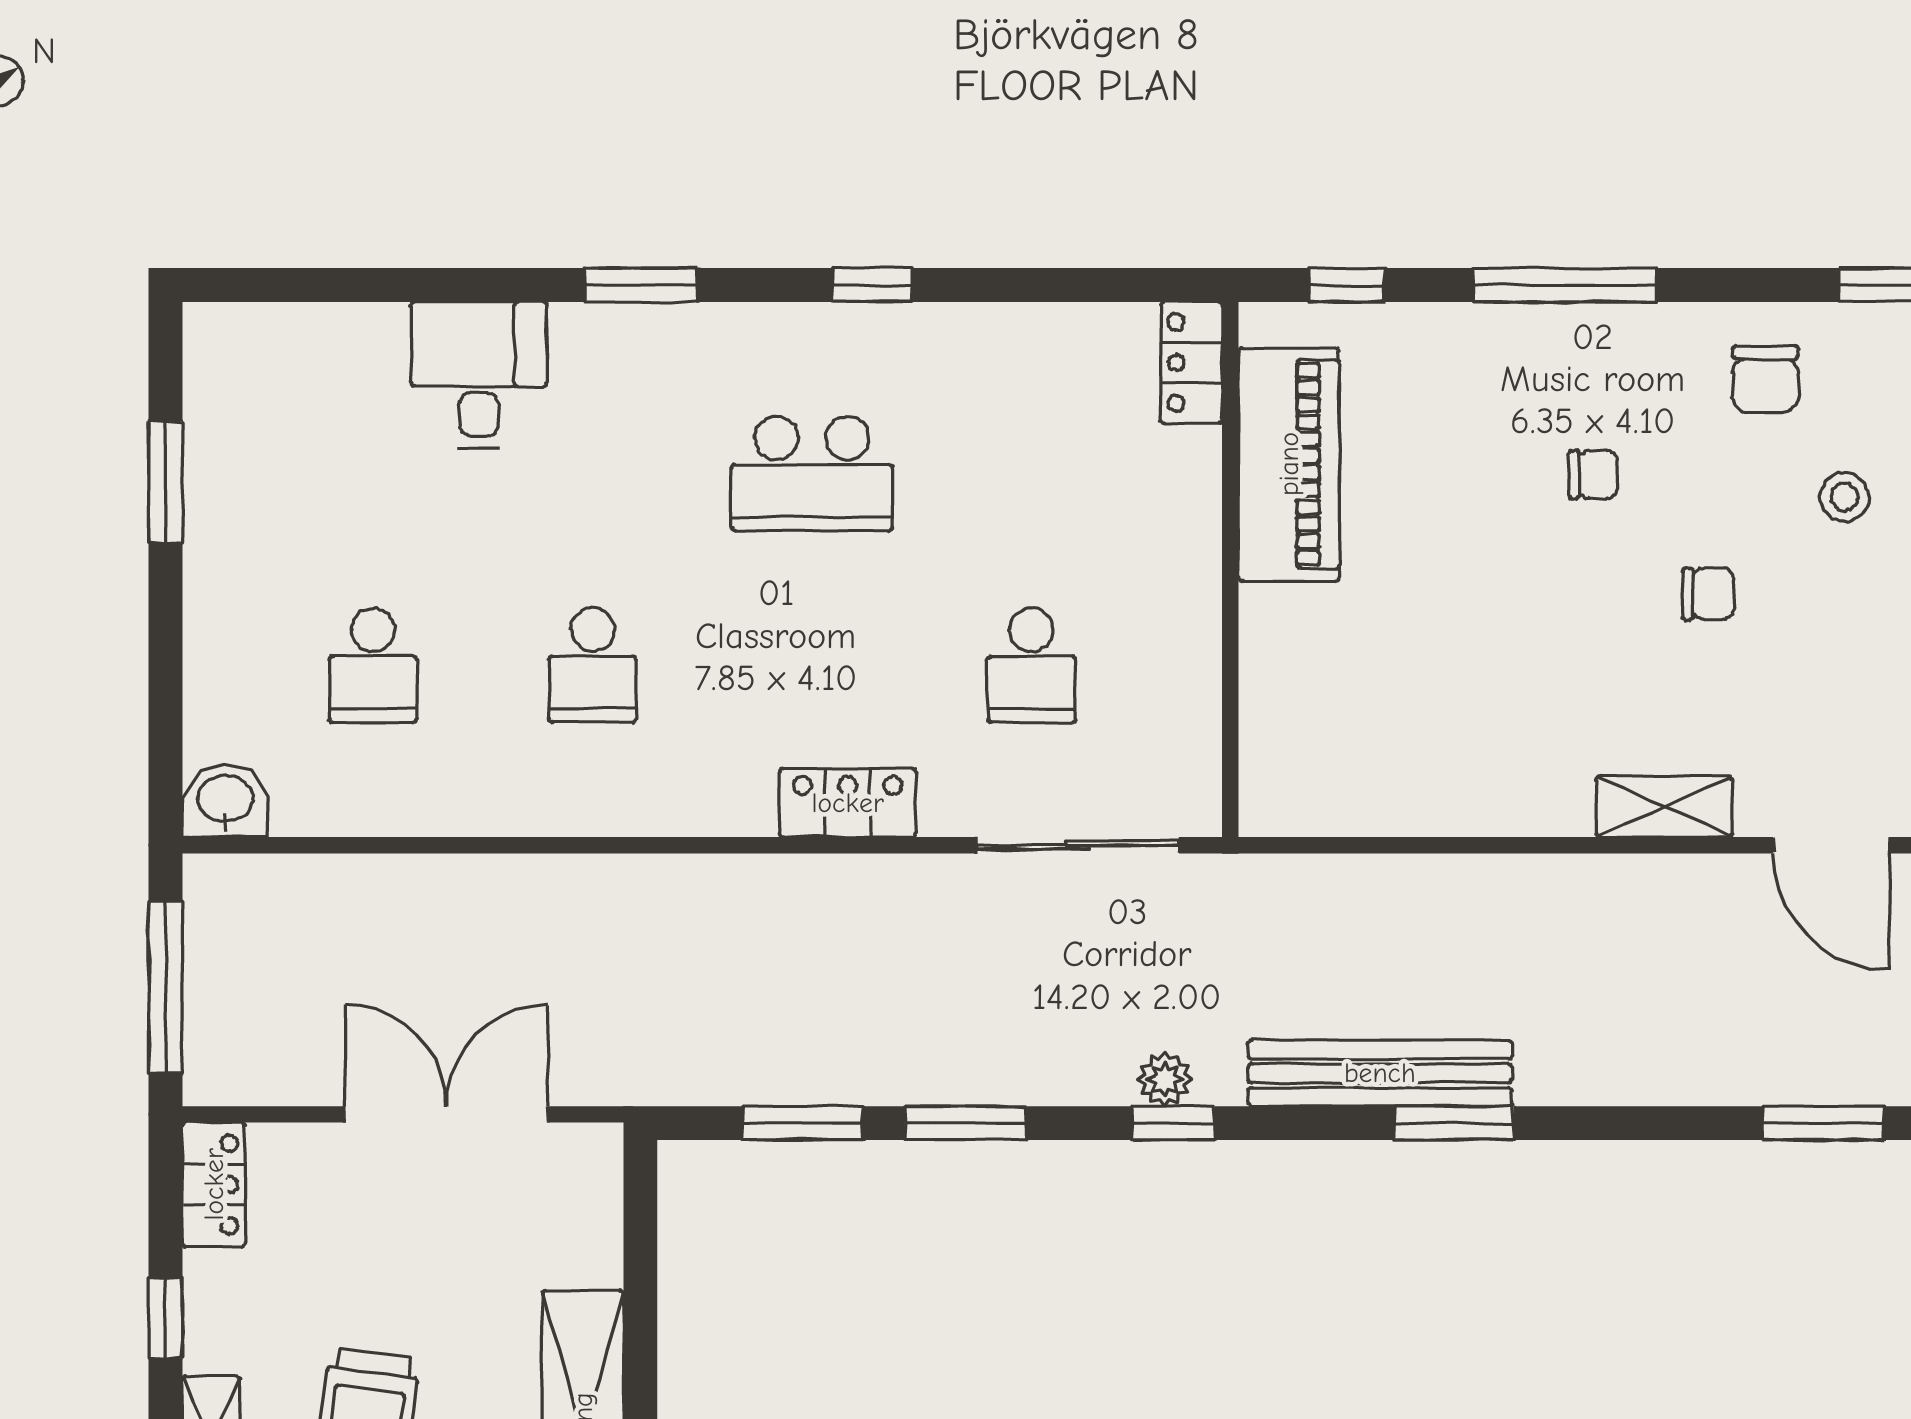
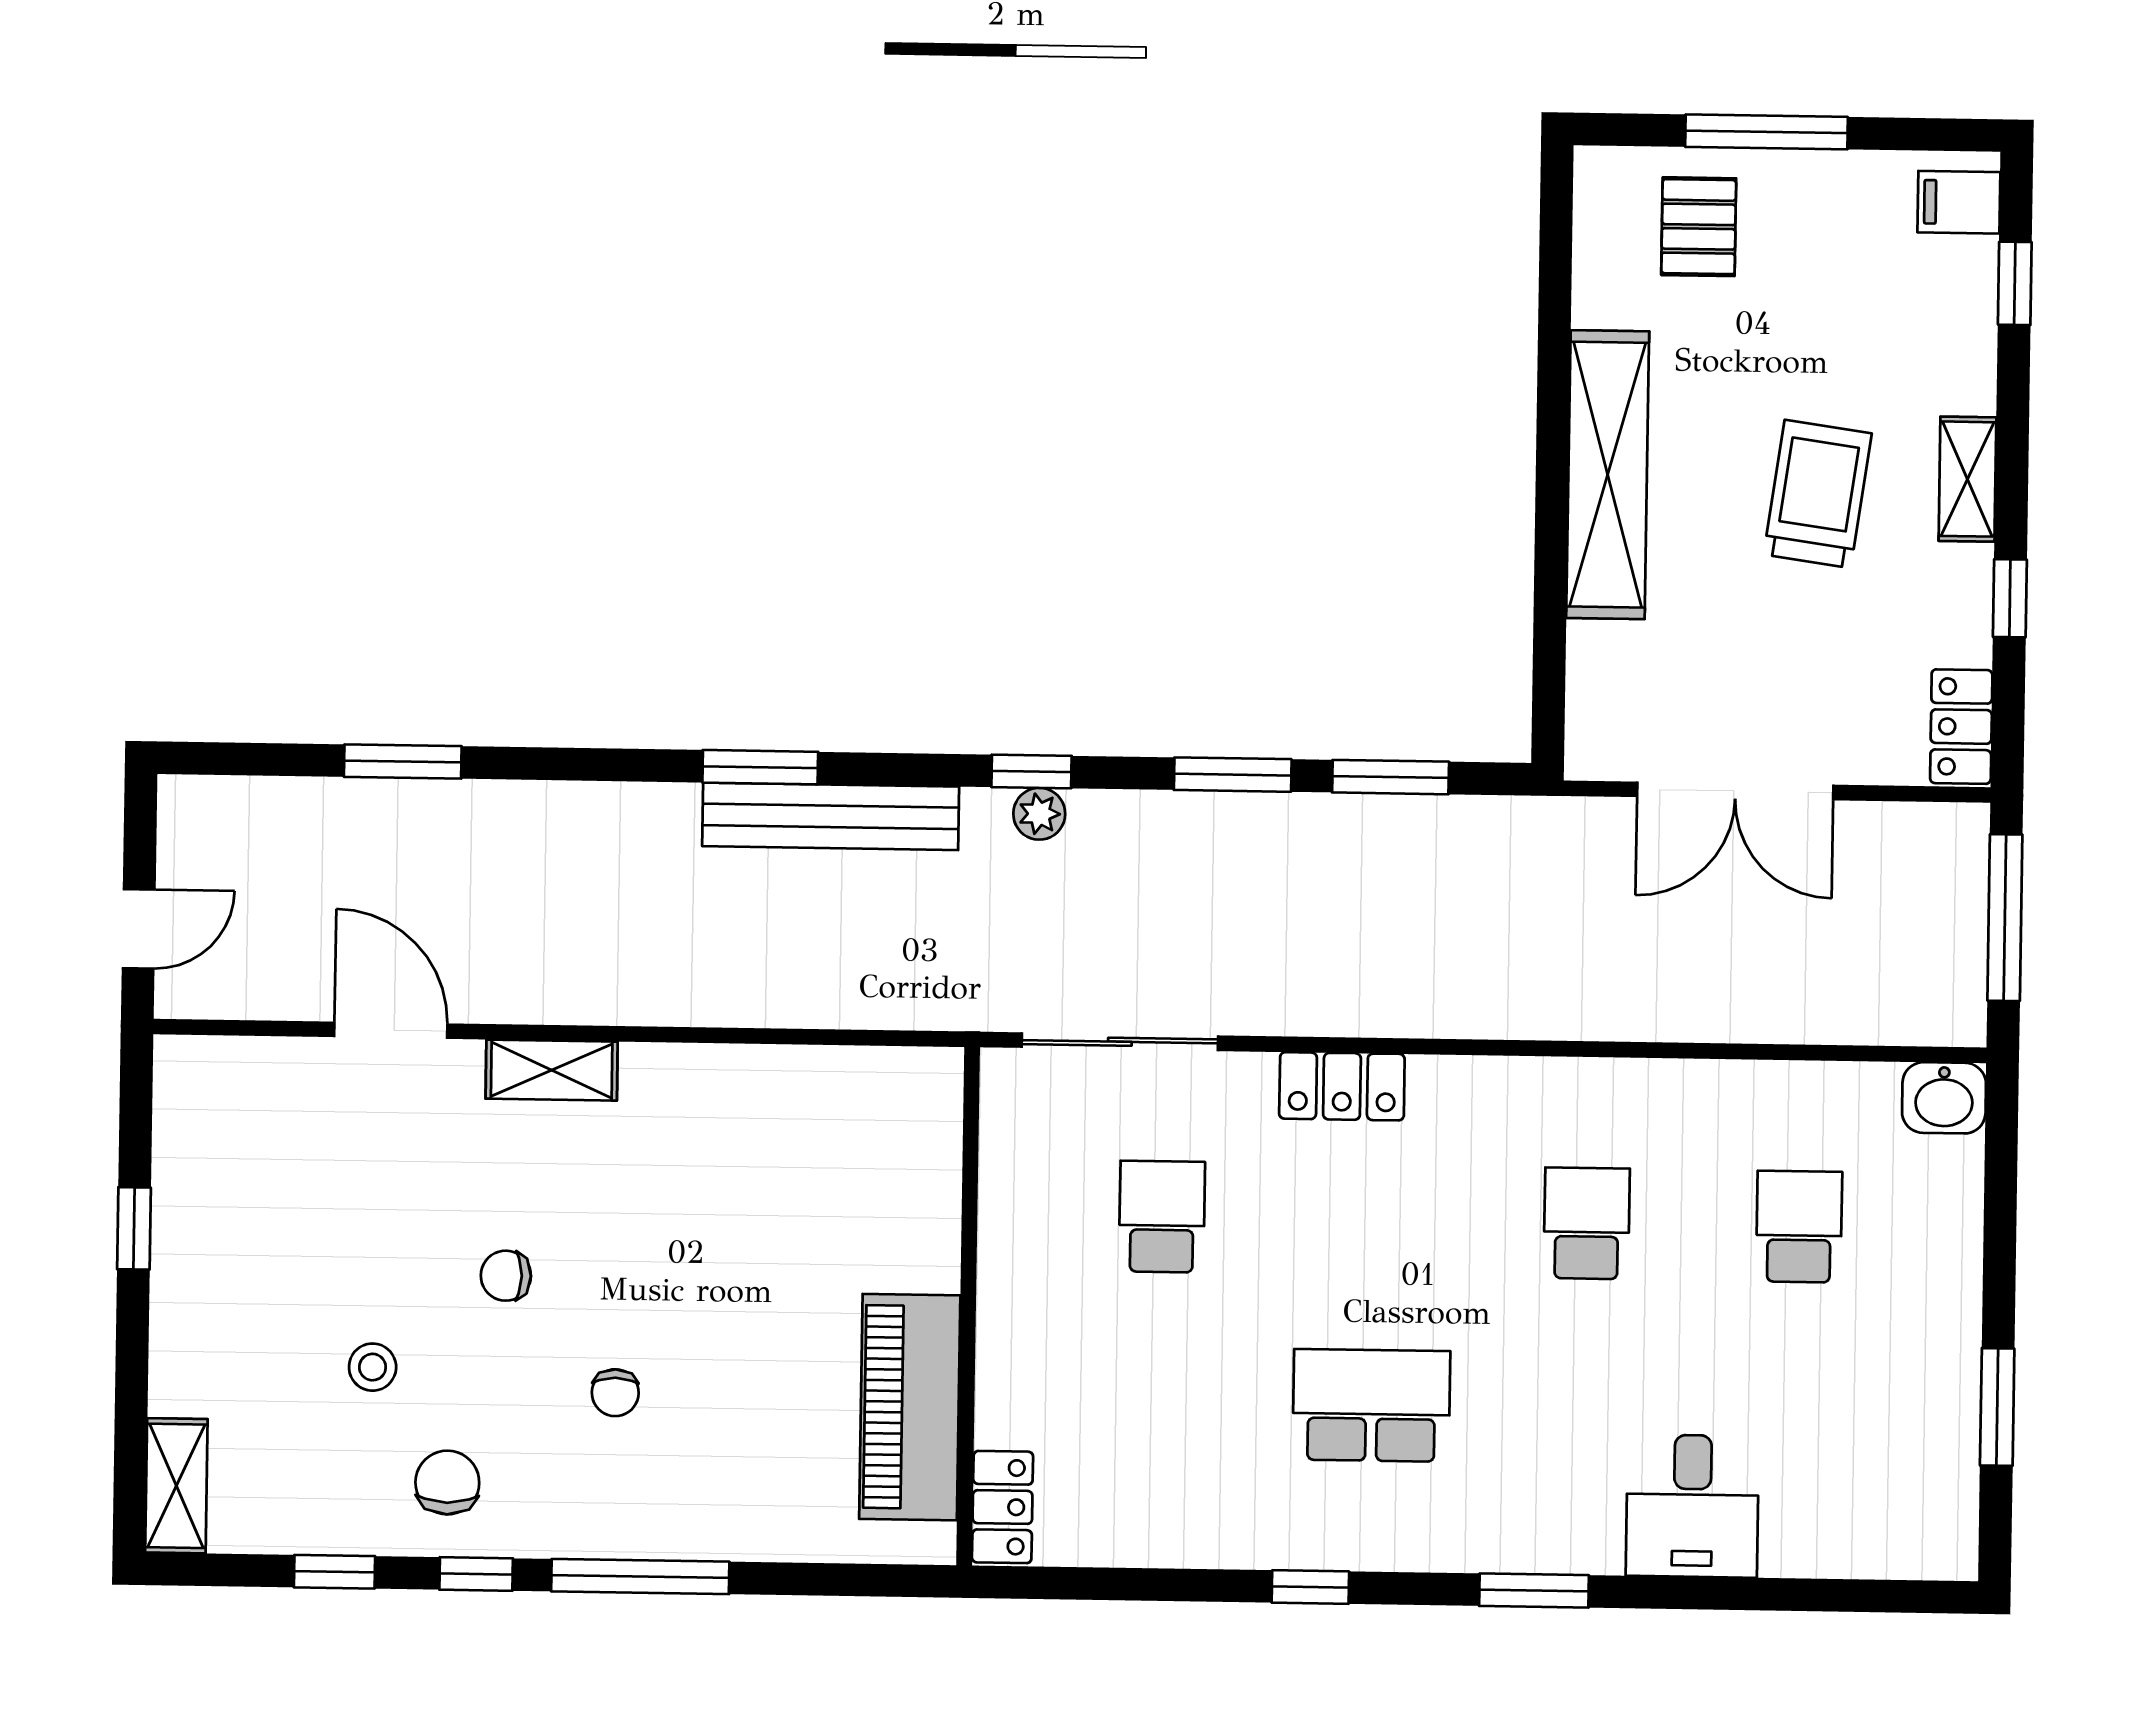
window: (1347, 285) -> (476, 1574), moved
chair: (1593, 475) -> (615, 1393), turned -90

